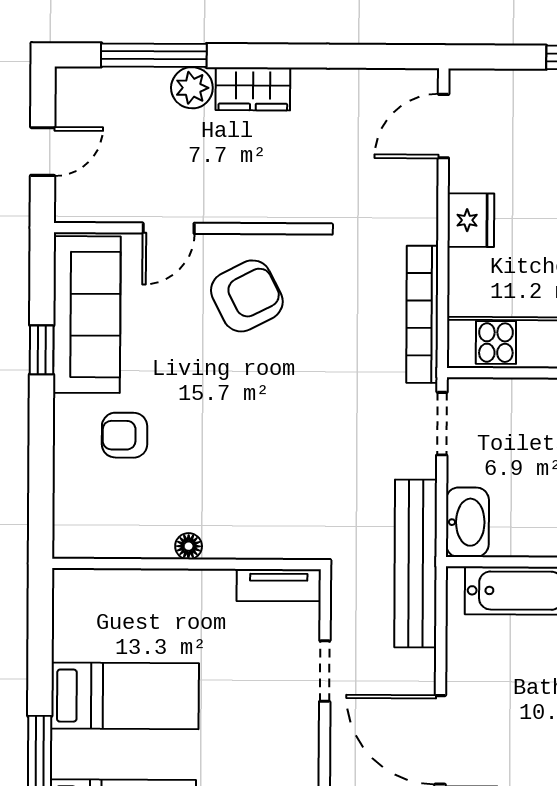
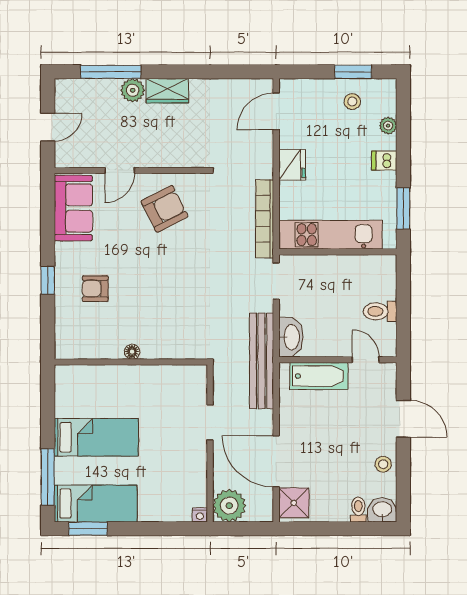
sofa: (87, 315) -> (73, 208), width x0.73
window: (42, 350) -> (48, 280), moved
tv unit: (279, 585) -> (184, 374), removed

